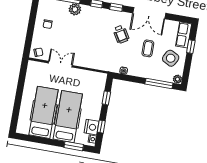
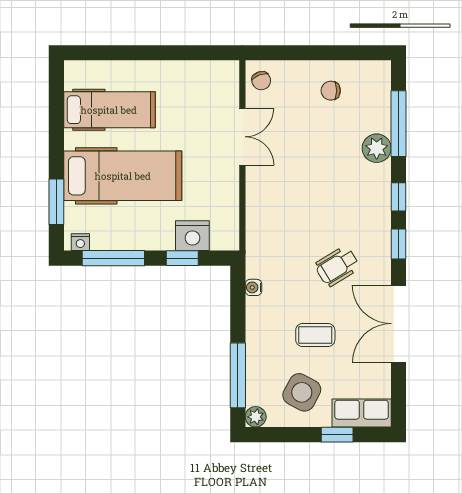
hospital bed: (44, 112) -> (109, 110), width x0.73, depth x0.78
nightstand: (92, 127) -> (192, 236), moved
window: (101, 127) -> (113, 258), width x2.17

